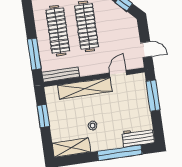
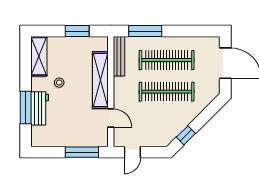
workbench: (138, 137) -> (40, 108), moved
window: (120, 153) -> (26, 108), width x0.68

